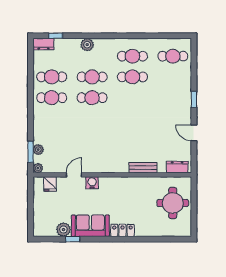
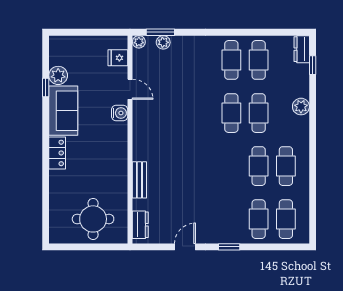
cafe table: (173, 77) -> (259, 219), added

